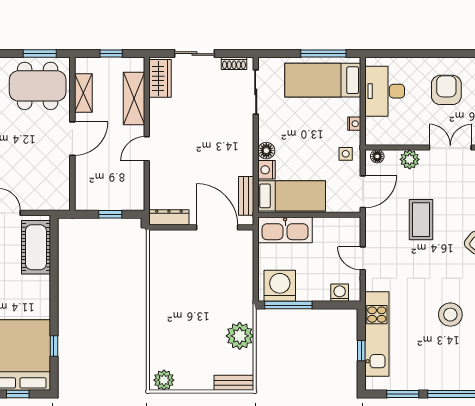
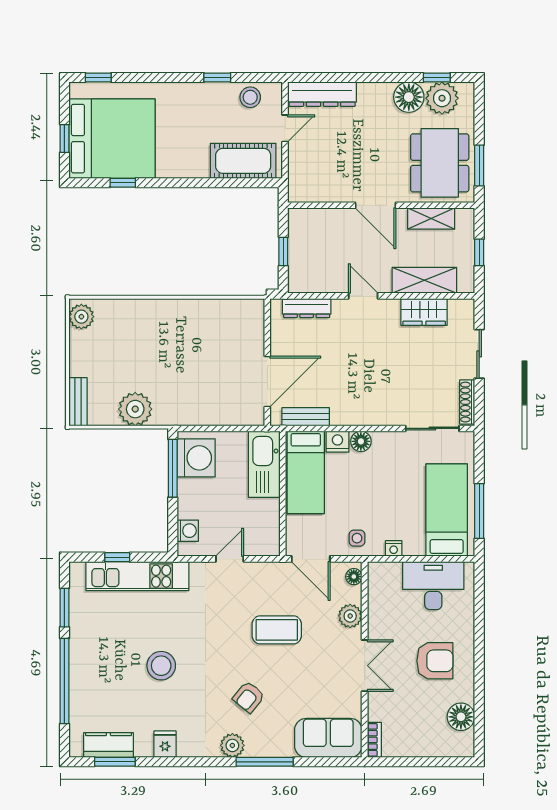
shoe rack: (234, 63) -> (467, 402), width x1.43
wardrobe: (160, 78) -> (424, 312), moved
dresser: (169, 217) -> (307, 308), moved, turned 90

